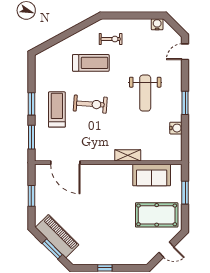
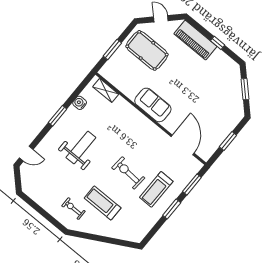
water cooler: (157, 24) -> (30, 191), removed
shelving: (128, 155) -> (106, 90), moved
sofa: (152, 175) -> (153, 105), moved
piano: (57, 236) -> (195, 40), moved, turned -45

